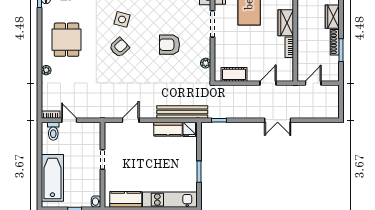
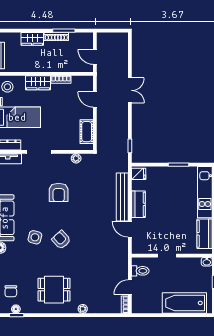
bench: (182, 112) -> (122, 197), moved
kitchen counter: (168, 129) -> (138, 204), moved
toilet: (53, 131) -> (140, 271), moved

